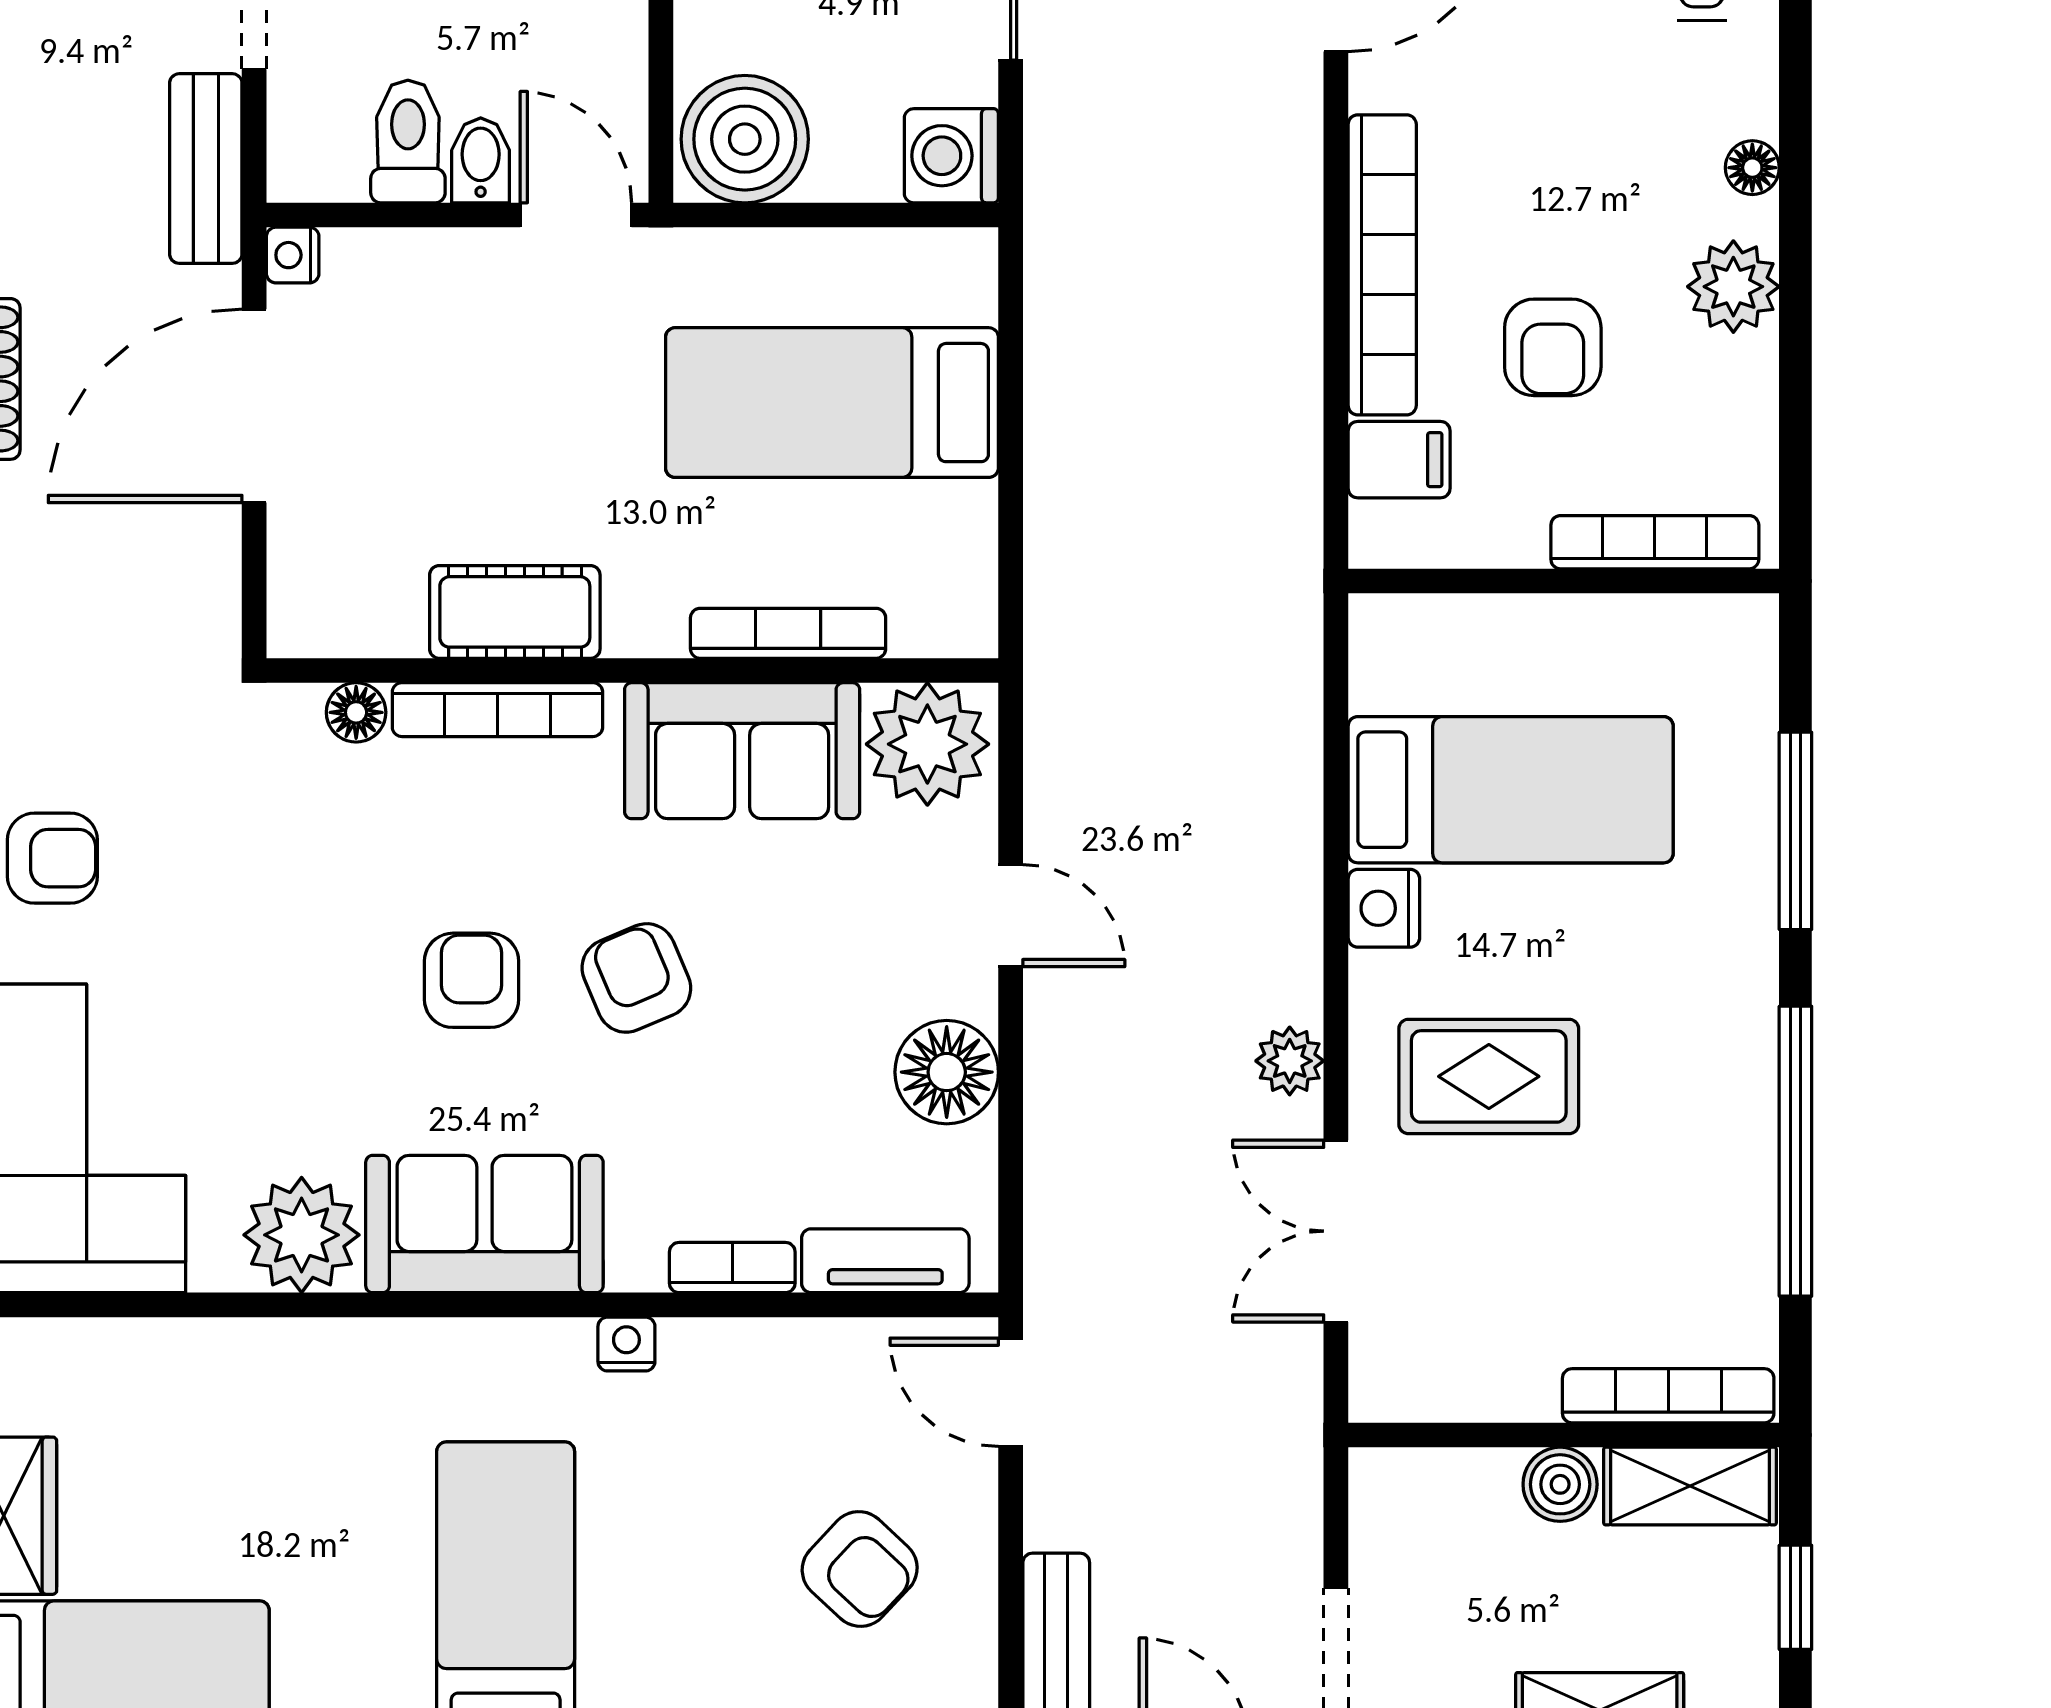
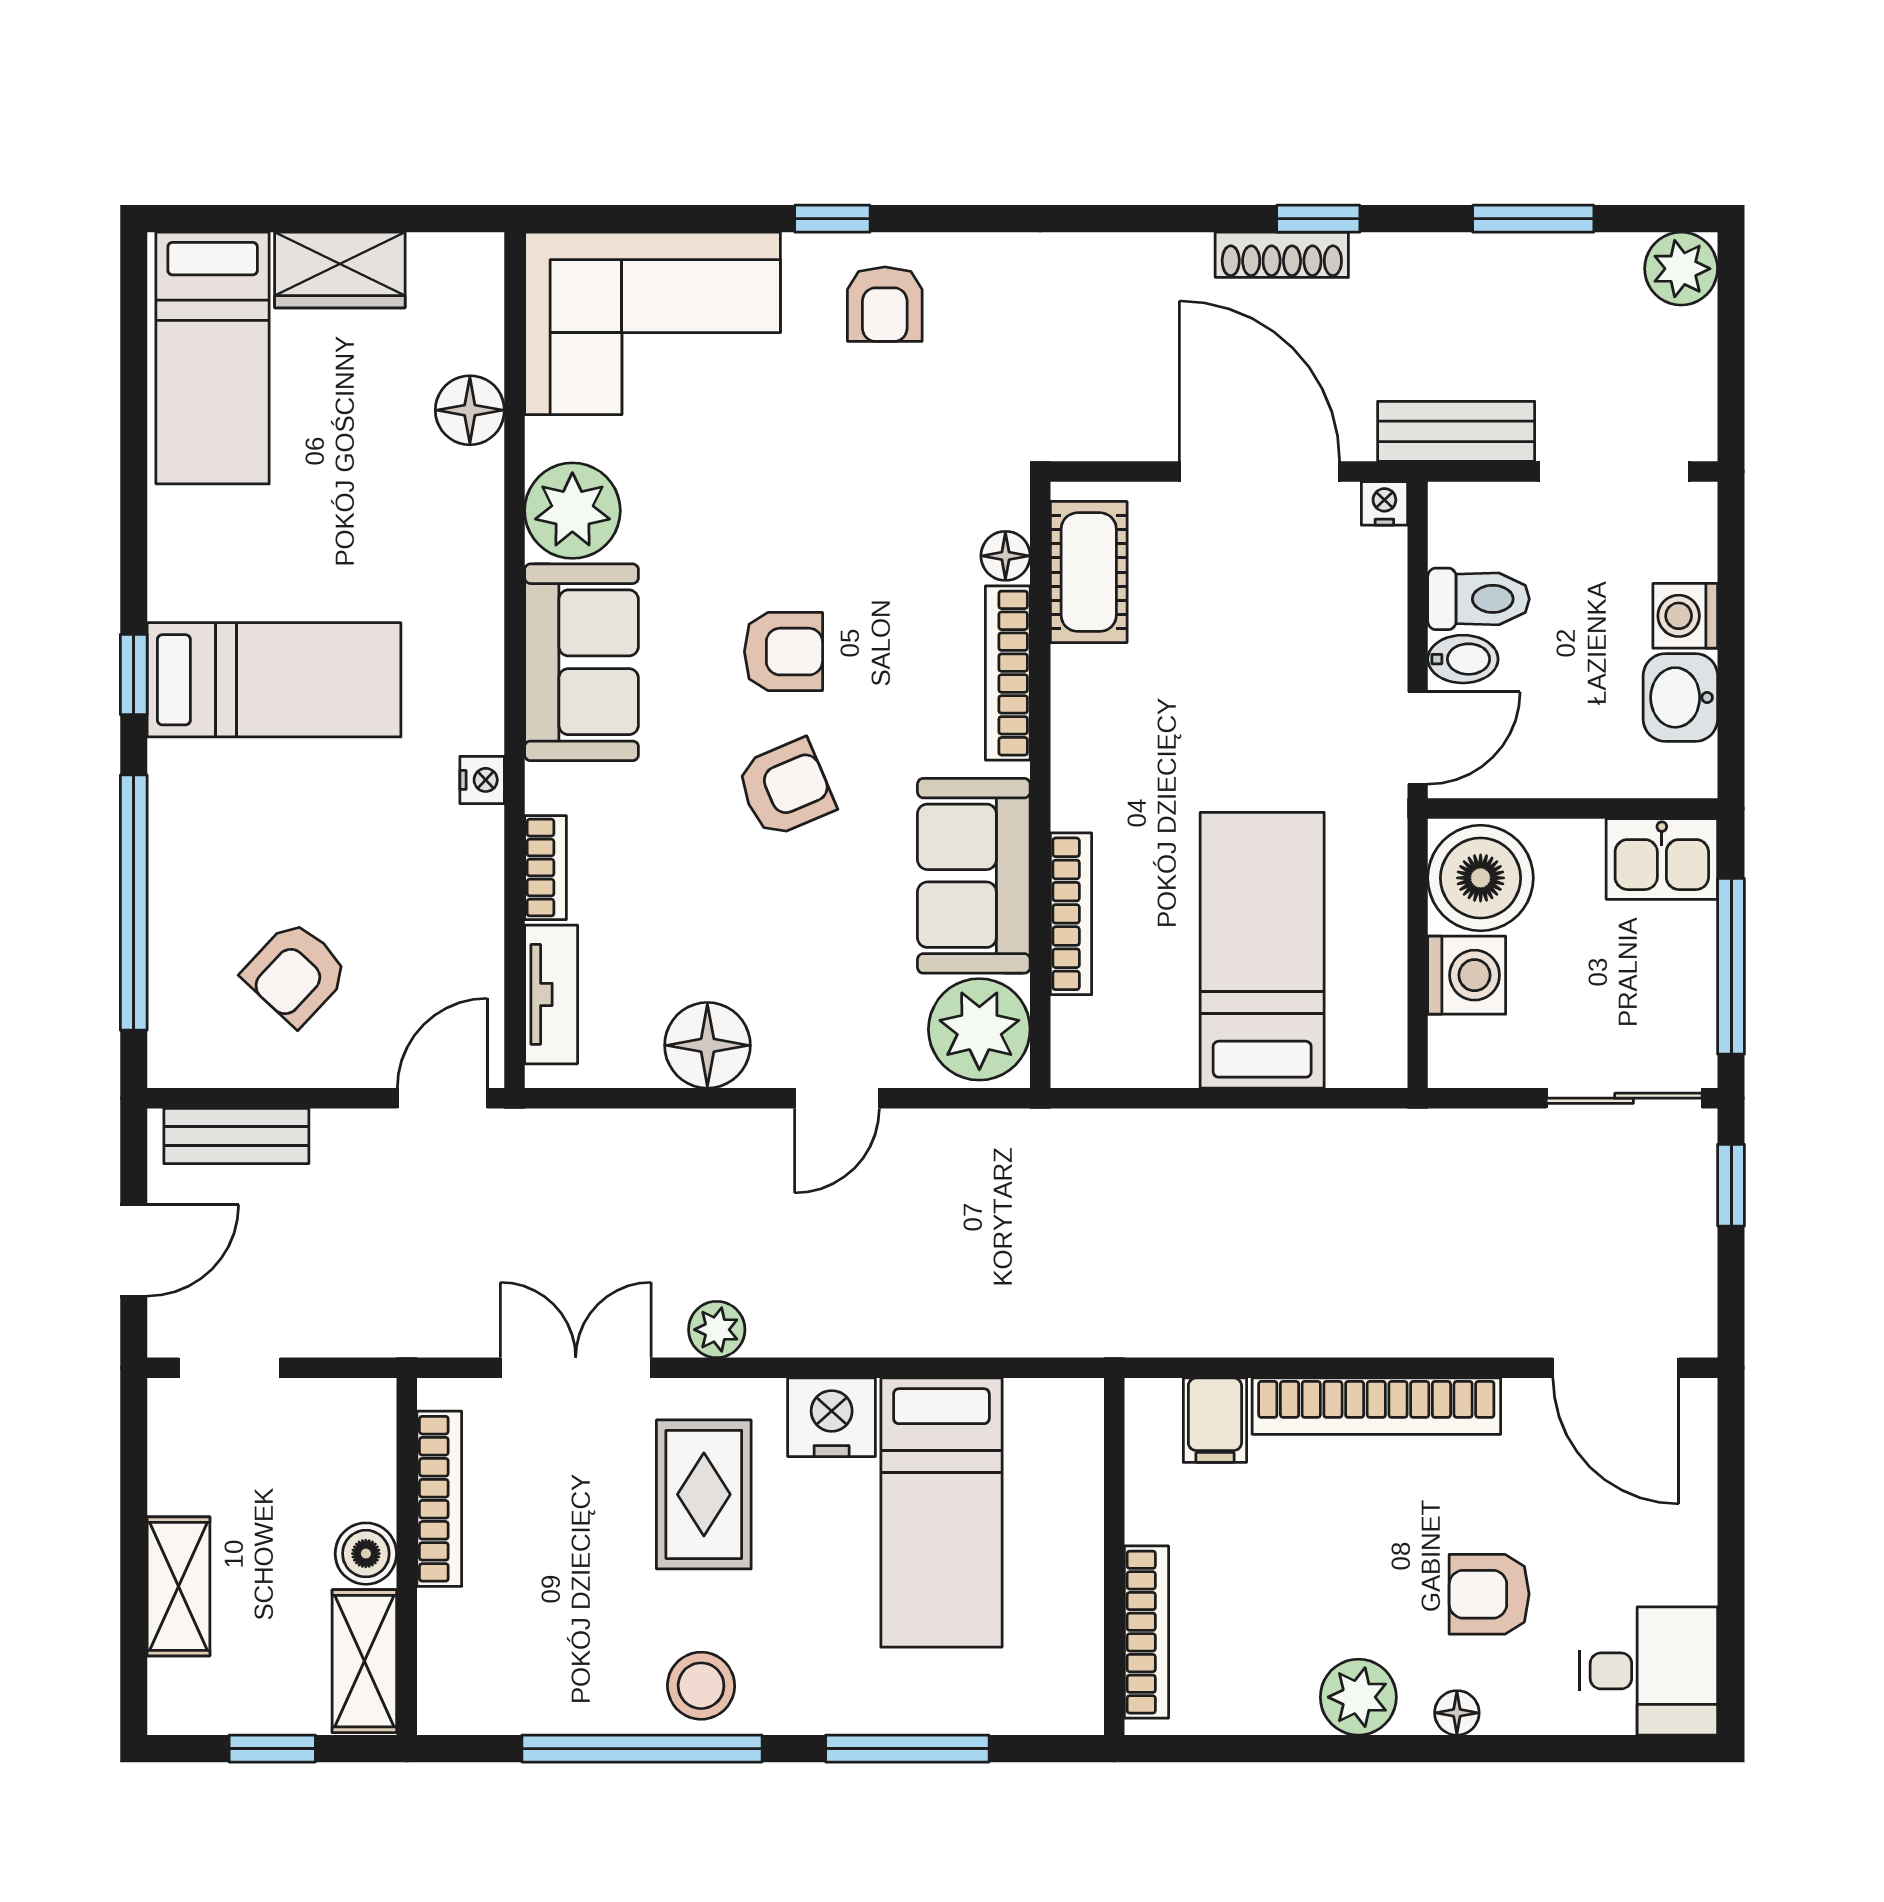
washing machine: (951, 156) -> (1467, 975), moved, turned 90
armchair: (1553, 347) -> (1489, 1594), moved
cot: (515, 612) -> (1089, 572), moved
nightstand: (1384, 908) -> (832, 1417), width x1.36, depth x1.33
stool: (1720, 1080) -> (701, 1686), added
floor lamp: (180, 1359) -> (470, 410), added
bookcase: (1668, 1396) -> (439, 1499), moved

